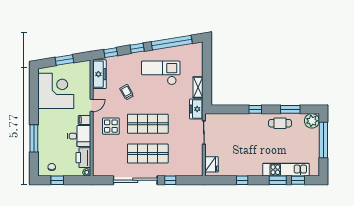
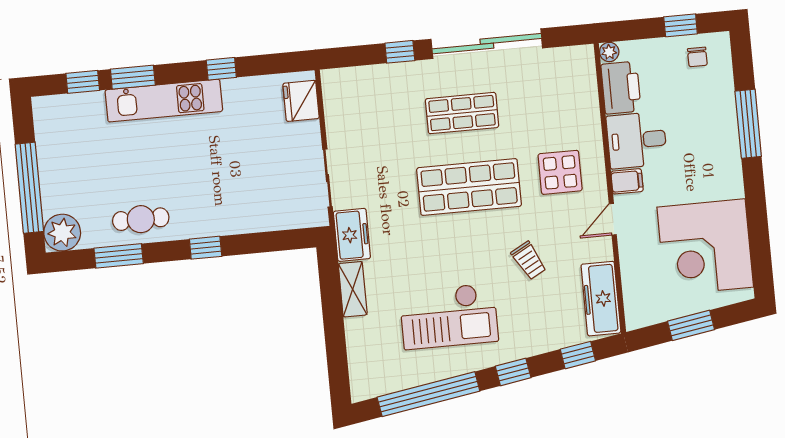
shop shelf: (148, 153) -> (462, 113), width x0.70, depth x0.74
kitchen unit: (286, 170) -> (164, 101), moved

